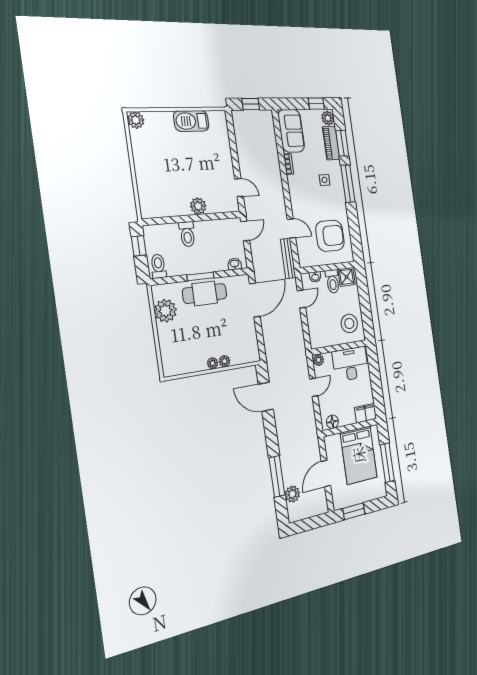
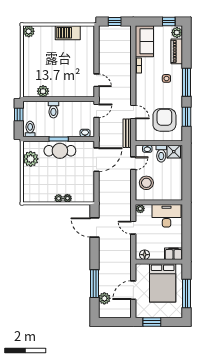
window: (342, 143) -> (186, 117), moved
plant: (198, 206) -> (43, 91), moved
armchair: (330, 236) -> (164, 120), turned -90
stool: (349, 323) -> (146, 183), moved
door: (314, 387) -> (133, 228), swing flipped

